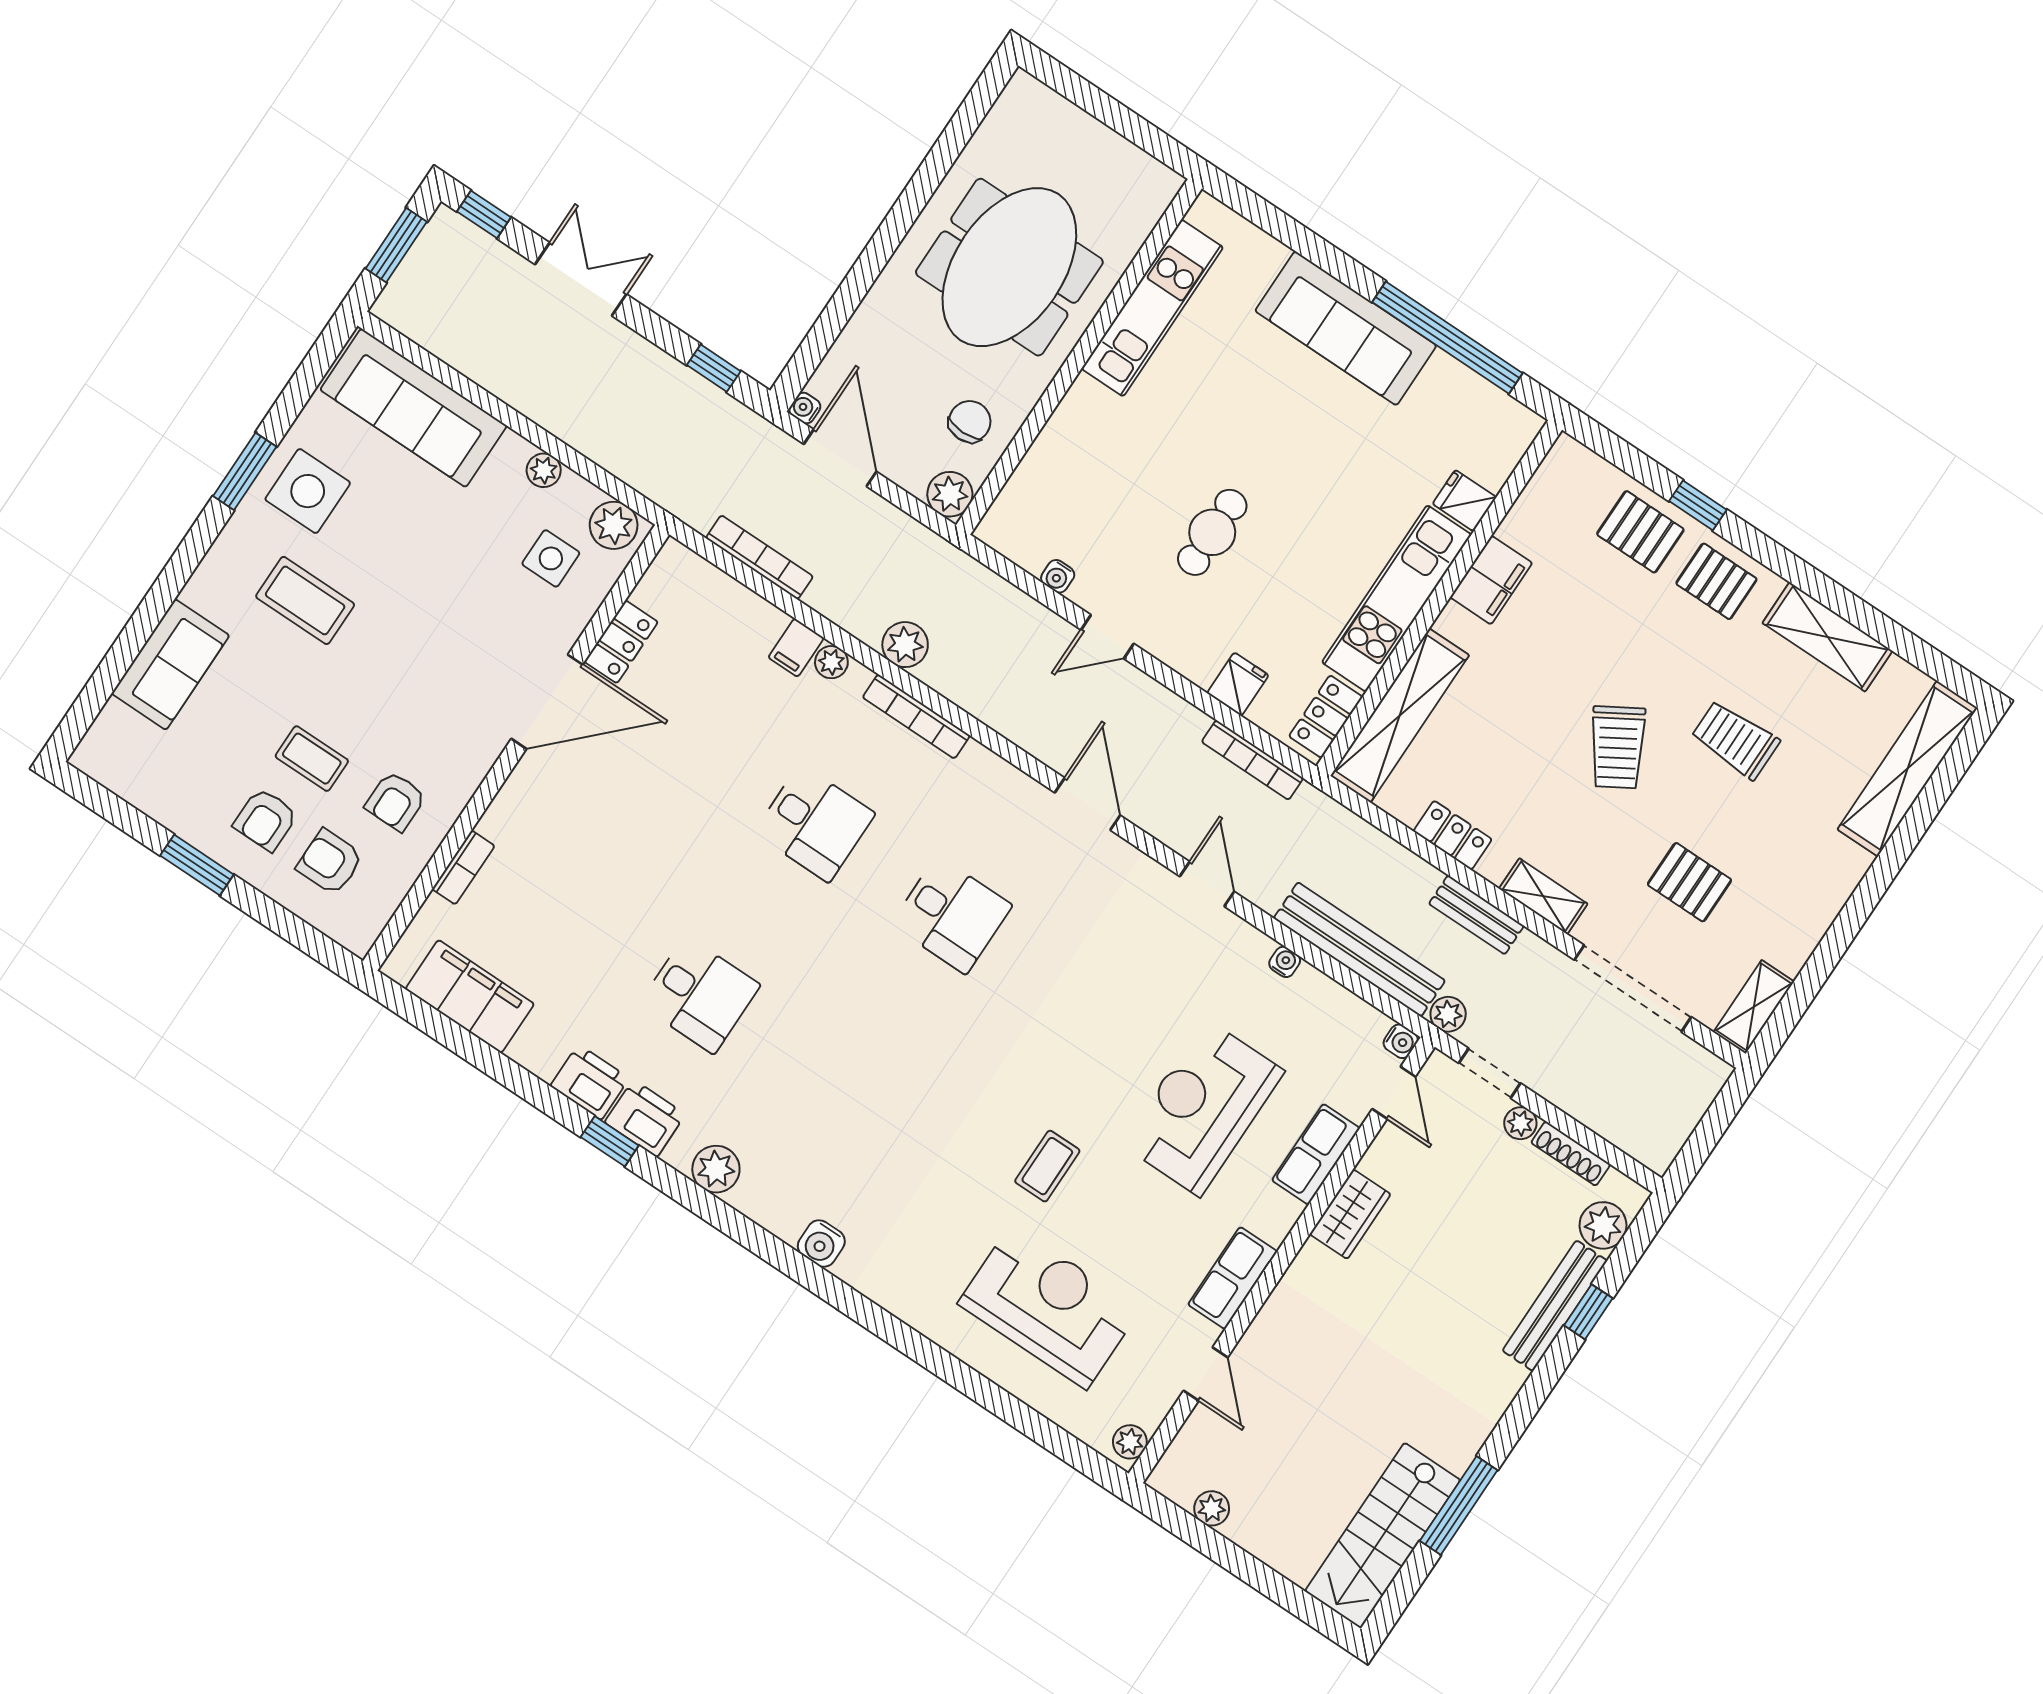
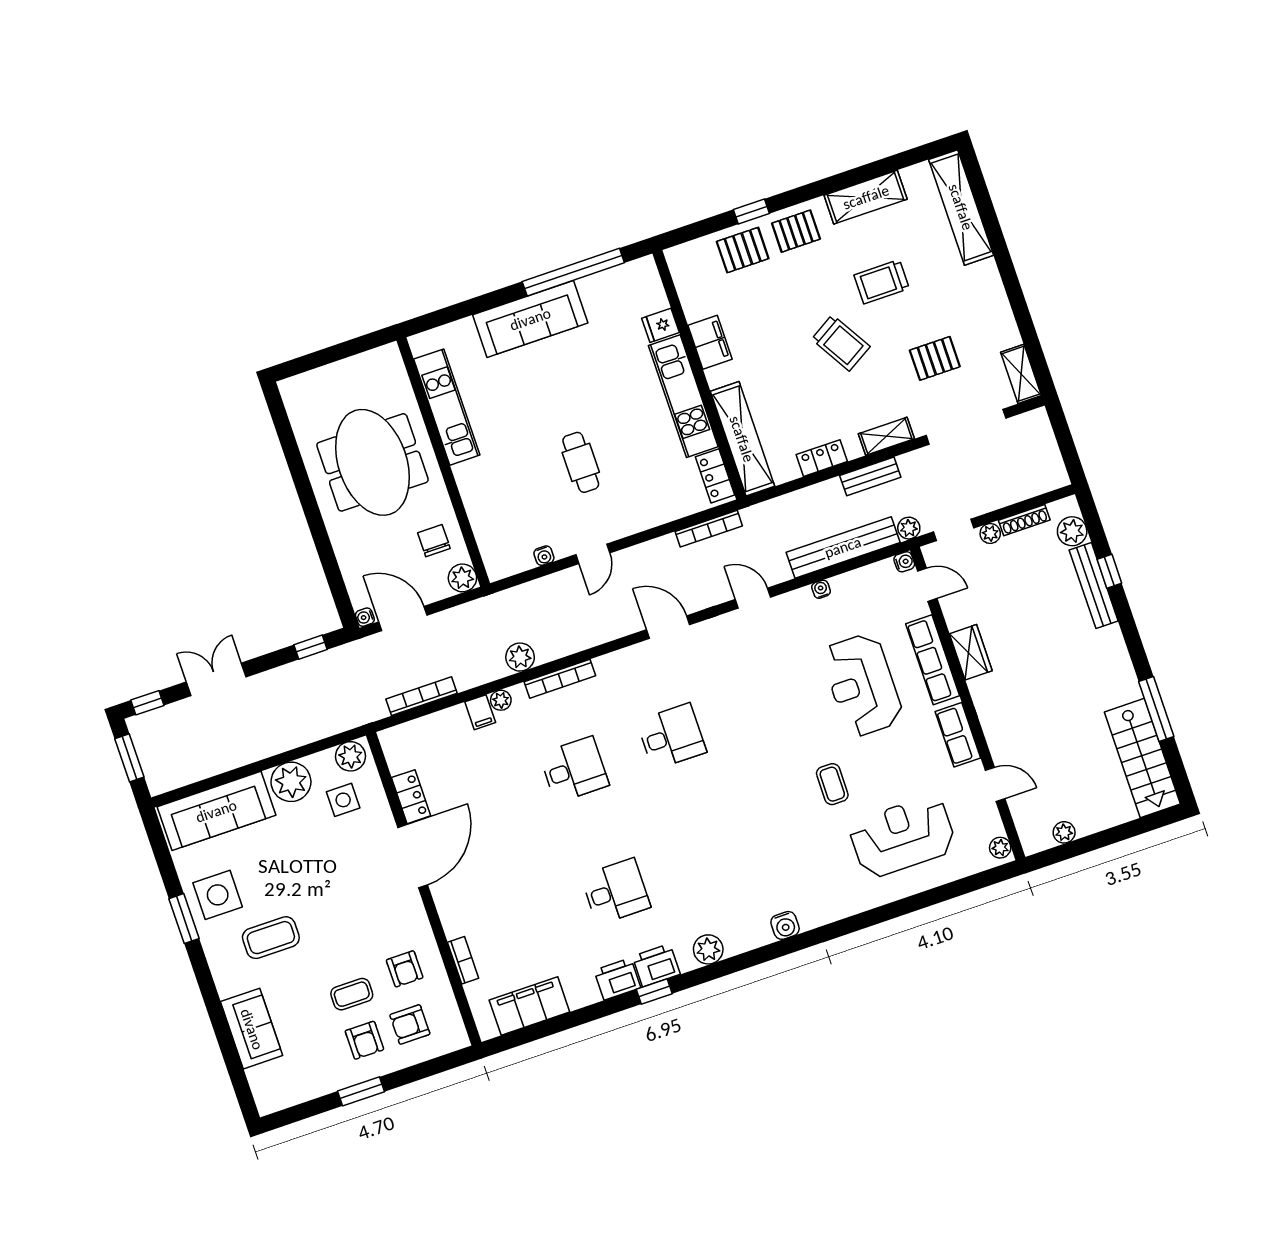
plant: (544, 470) -> (291, 782), width x1.88, depth x1.88
fridge: (1238, 684) -> (666, 507), removed
row of seats: (1316, 1154) -> (933, 660), width x1.48

